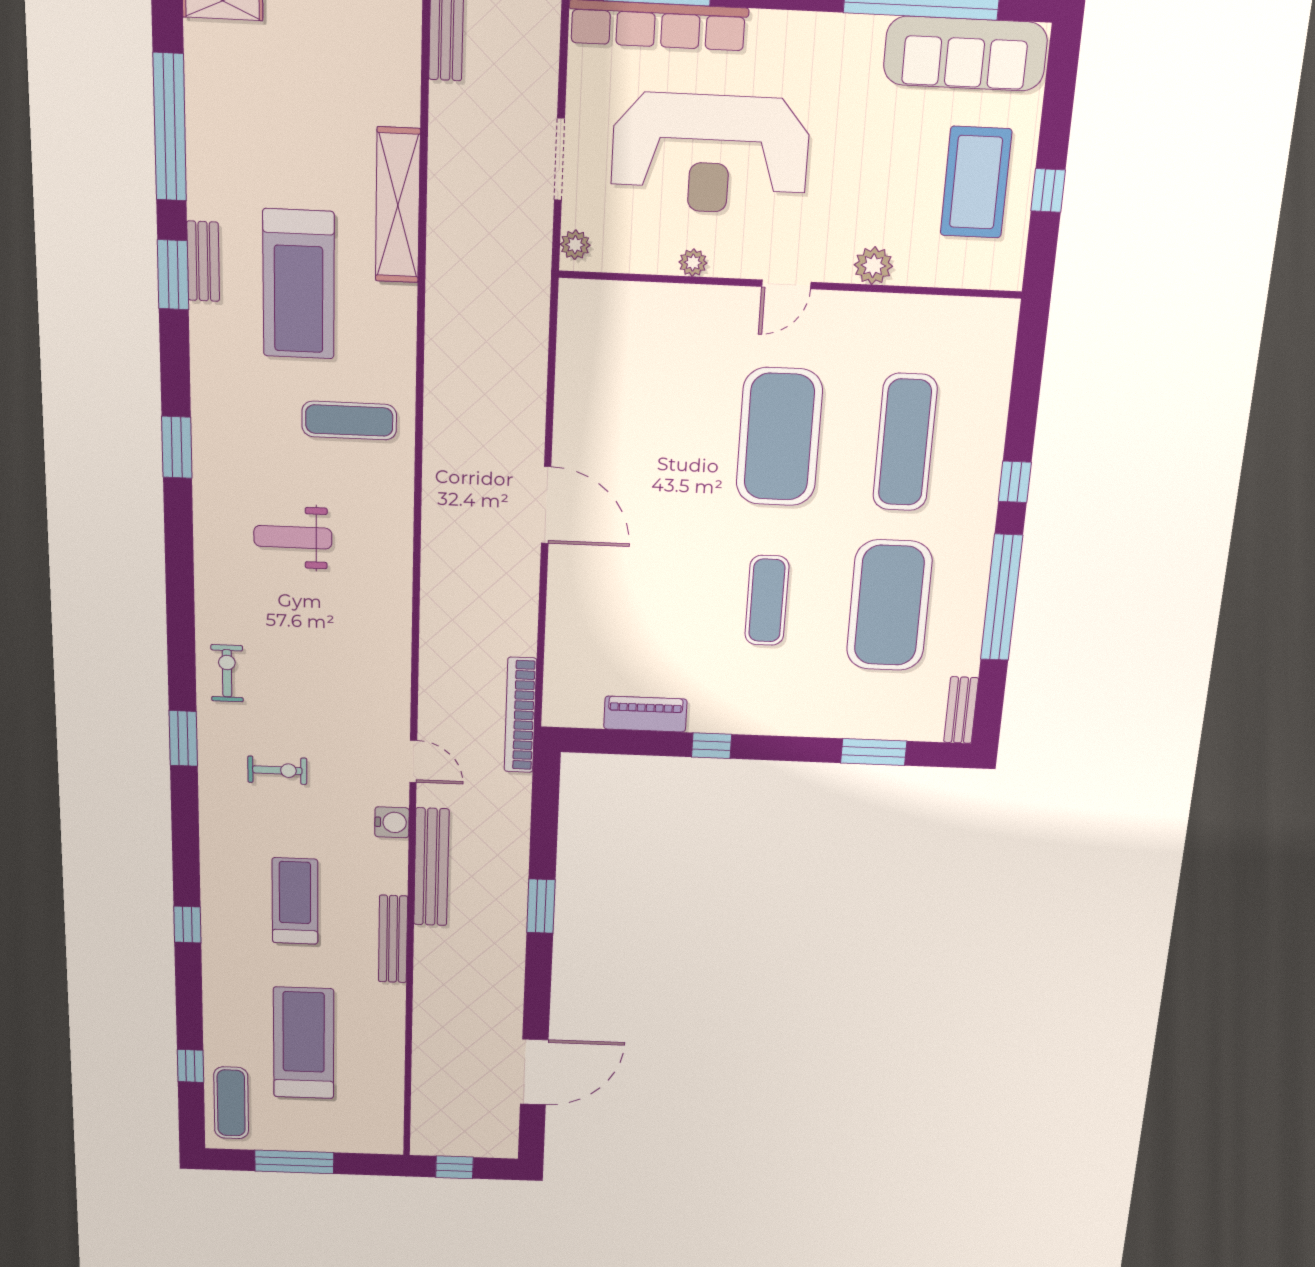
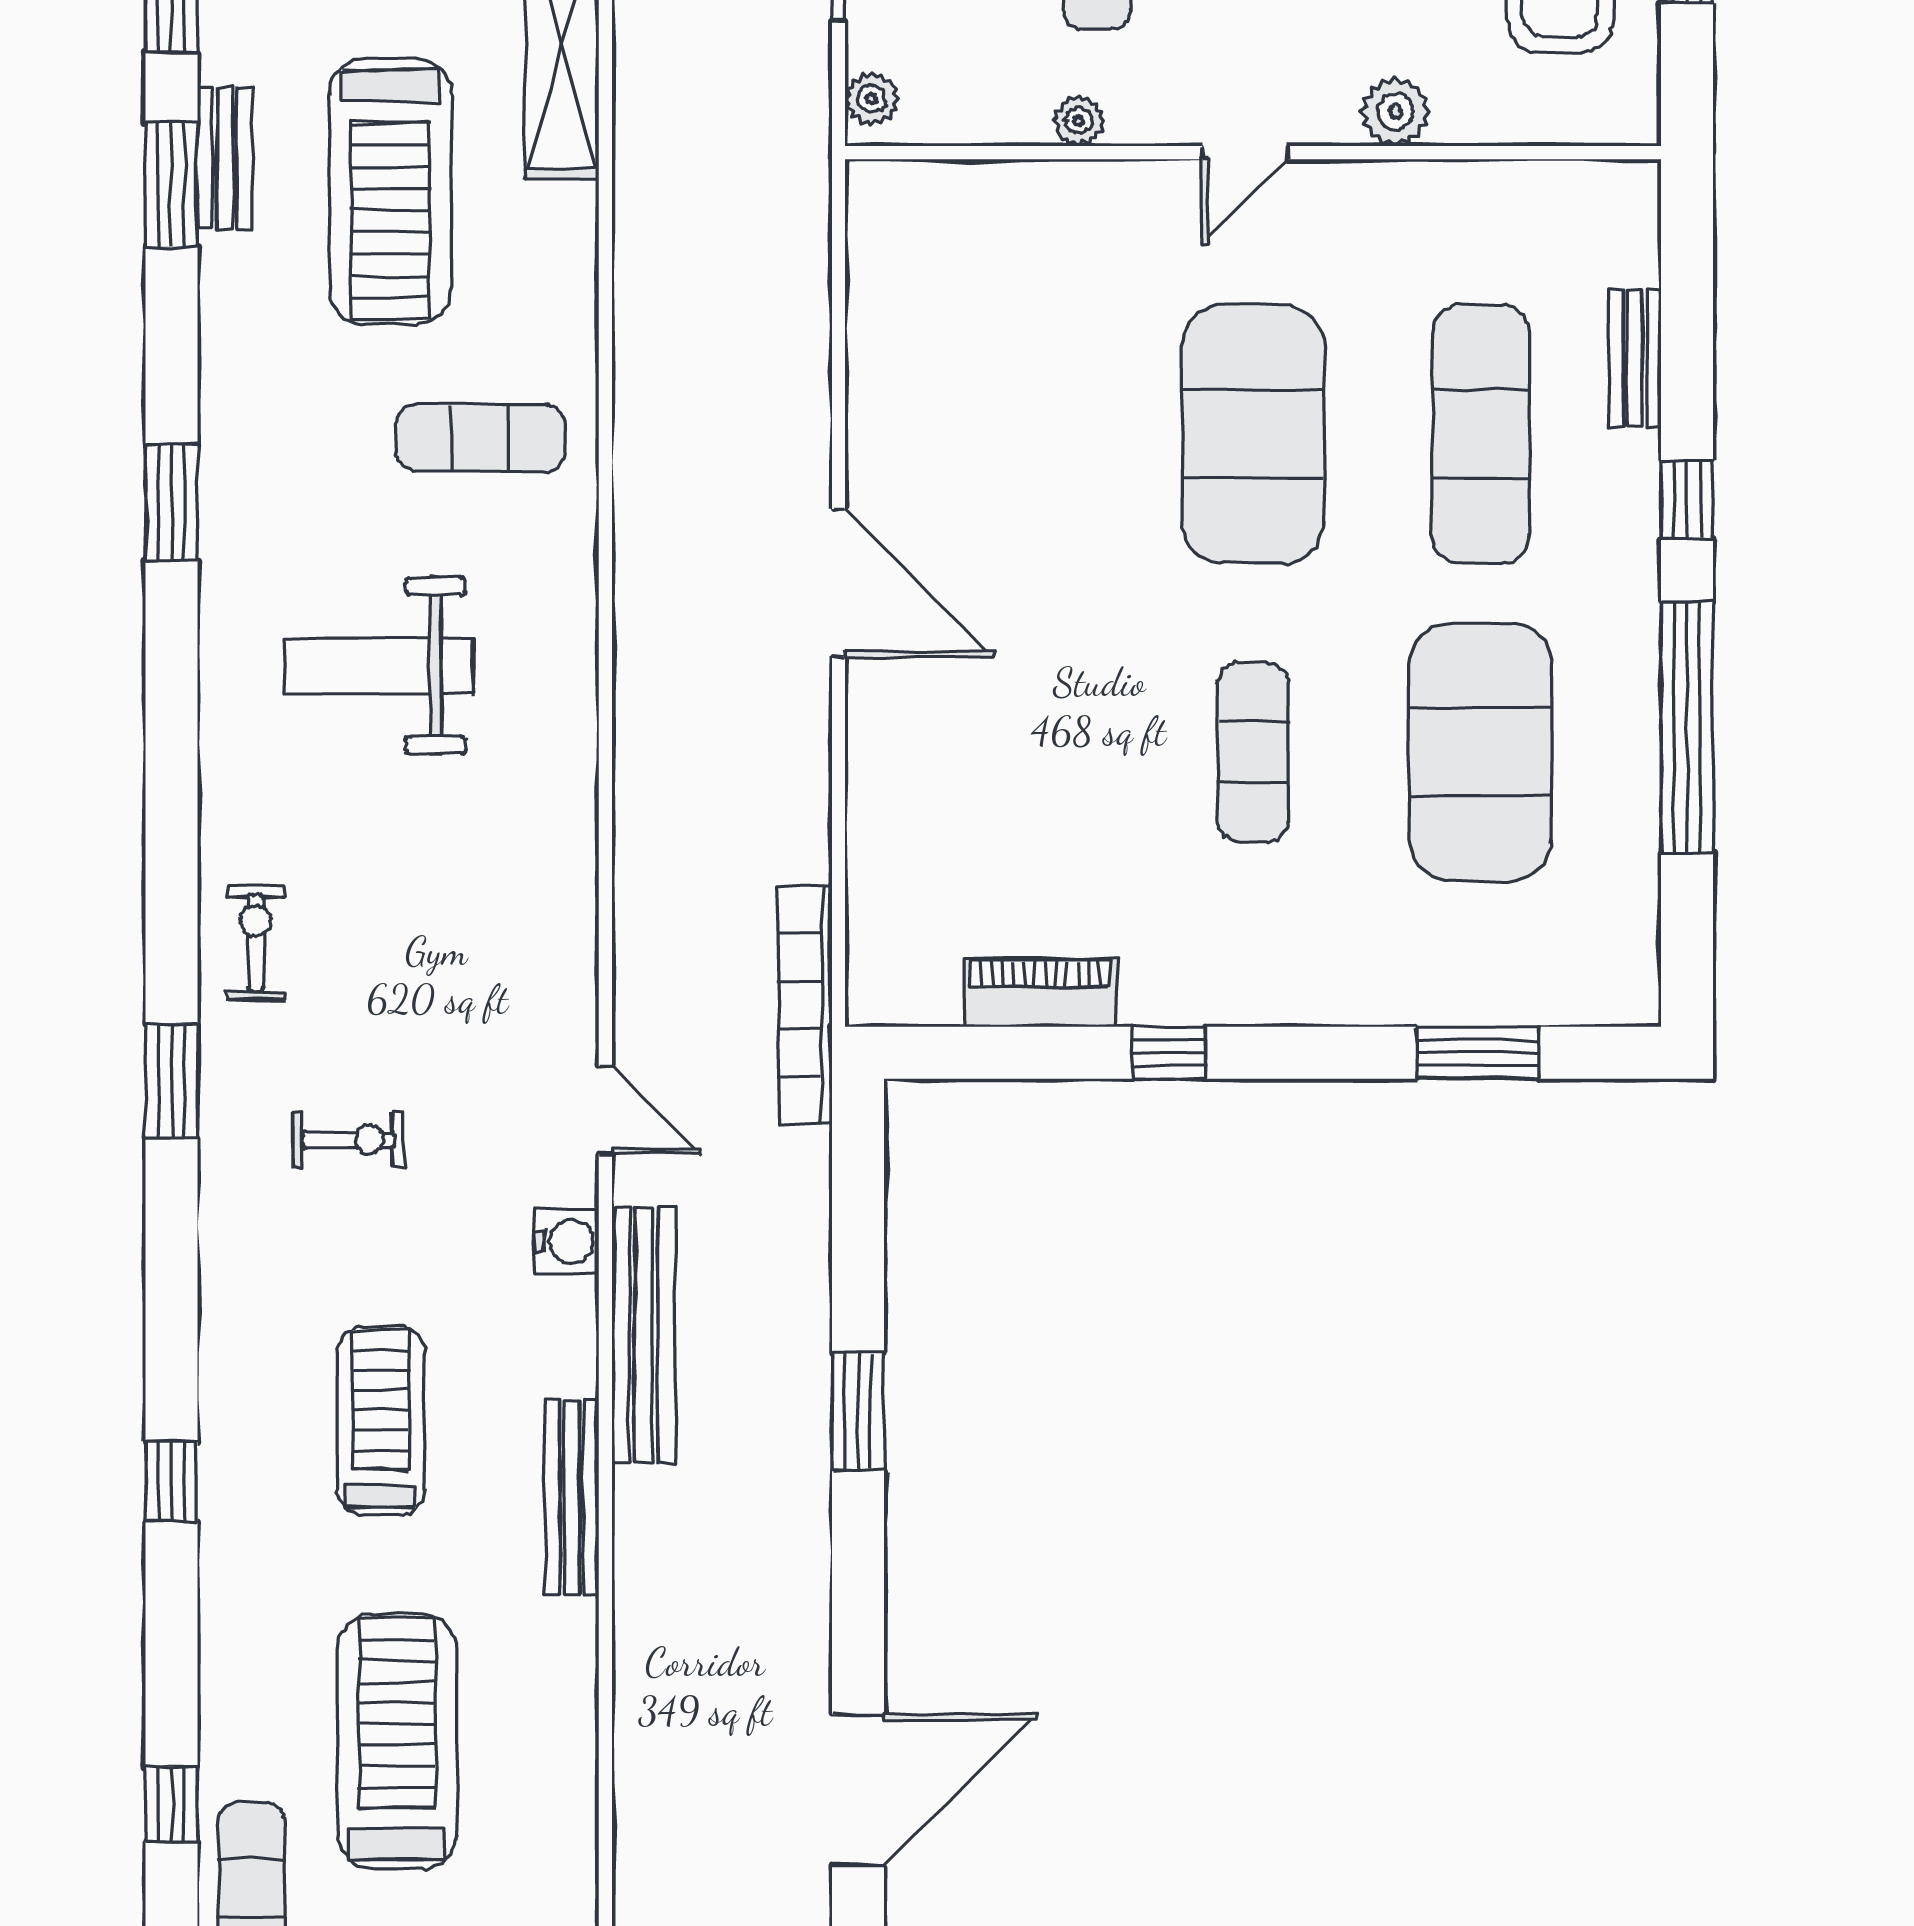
weight bench: (293, 537) -> (379, 666), width x1.36, depth x1.33
bench: (961, 710) -> (1635, 358), moved

